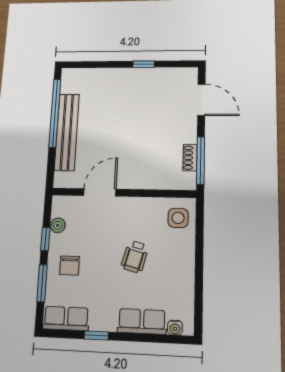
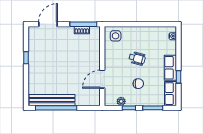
bench: (67, 132) -> (52, 100), moved
door: (100, 192) -> (102, 79), hinge flipped
chair: (69, 266) -> (138, 84), moved
row of seats: (142, 321) -> (170, 68), moved

